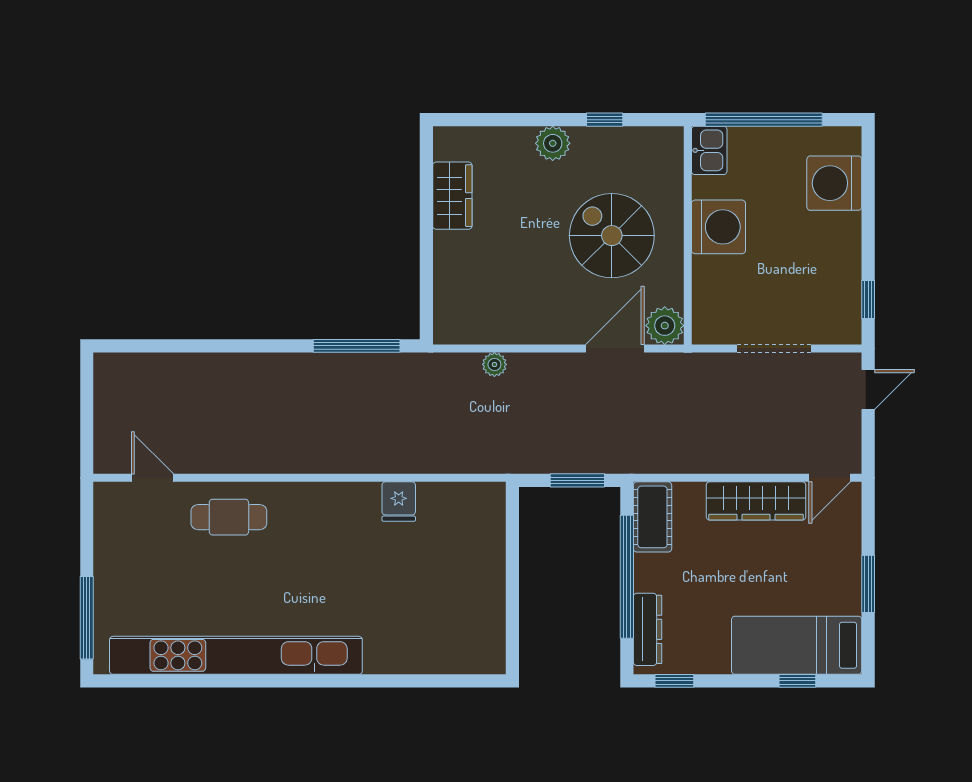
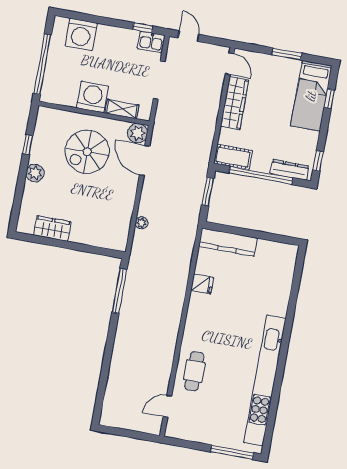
kitchen sink: (709, 150) -> (151, 42), moved, turned 180
shelving: (705, 287) -> (122, 109), added
kitchen counter: (488, 537) -> (228, 242), added

